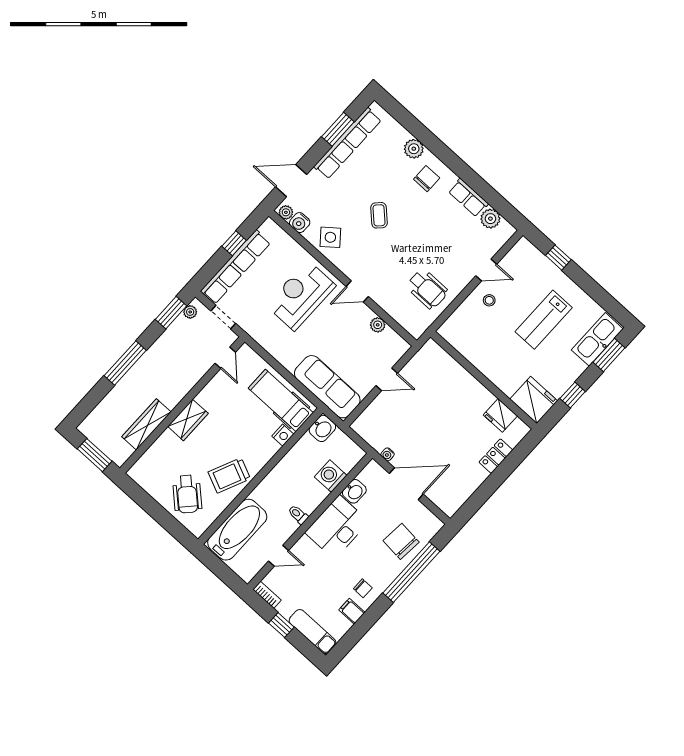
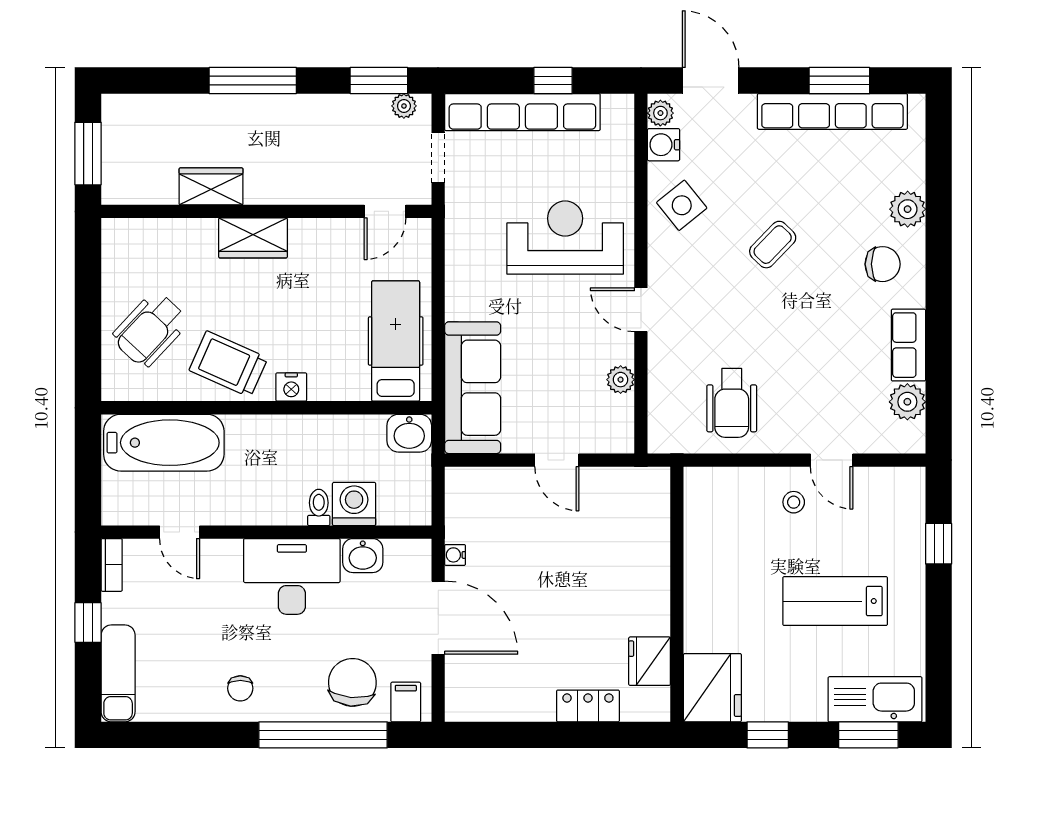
wardrobe: (146, 424) -> (211, 186), width x0.67
nightstand: (283, 435) -> (291, 387), moved
toilet: (298, 515) -> (319, 507), moved
filing cabinet: (352, 611) -> (406, 702), moved

